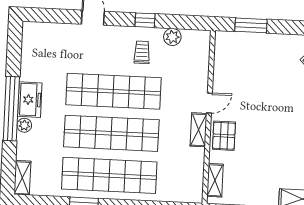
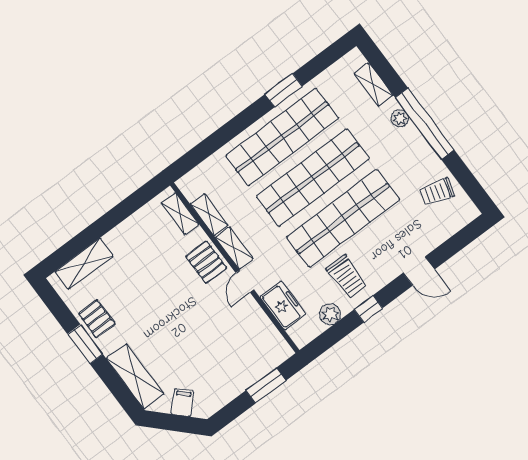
trolley: (142, 52) -> (347, 277), width x1.36, depth x1.39
trolley: (40, 59) -> (437, 192), added
freezer: (30, 100) -> (283, 305), moved, turned 180
shelving: (197, 164) -> (209, 215), added
shelving: (22, 178) -> (374, 84), moved

